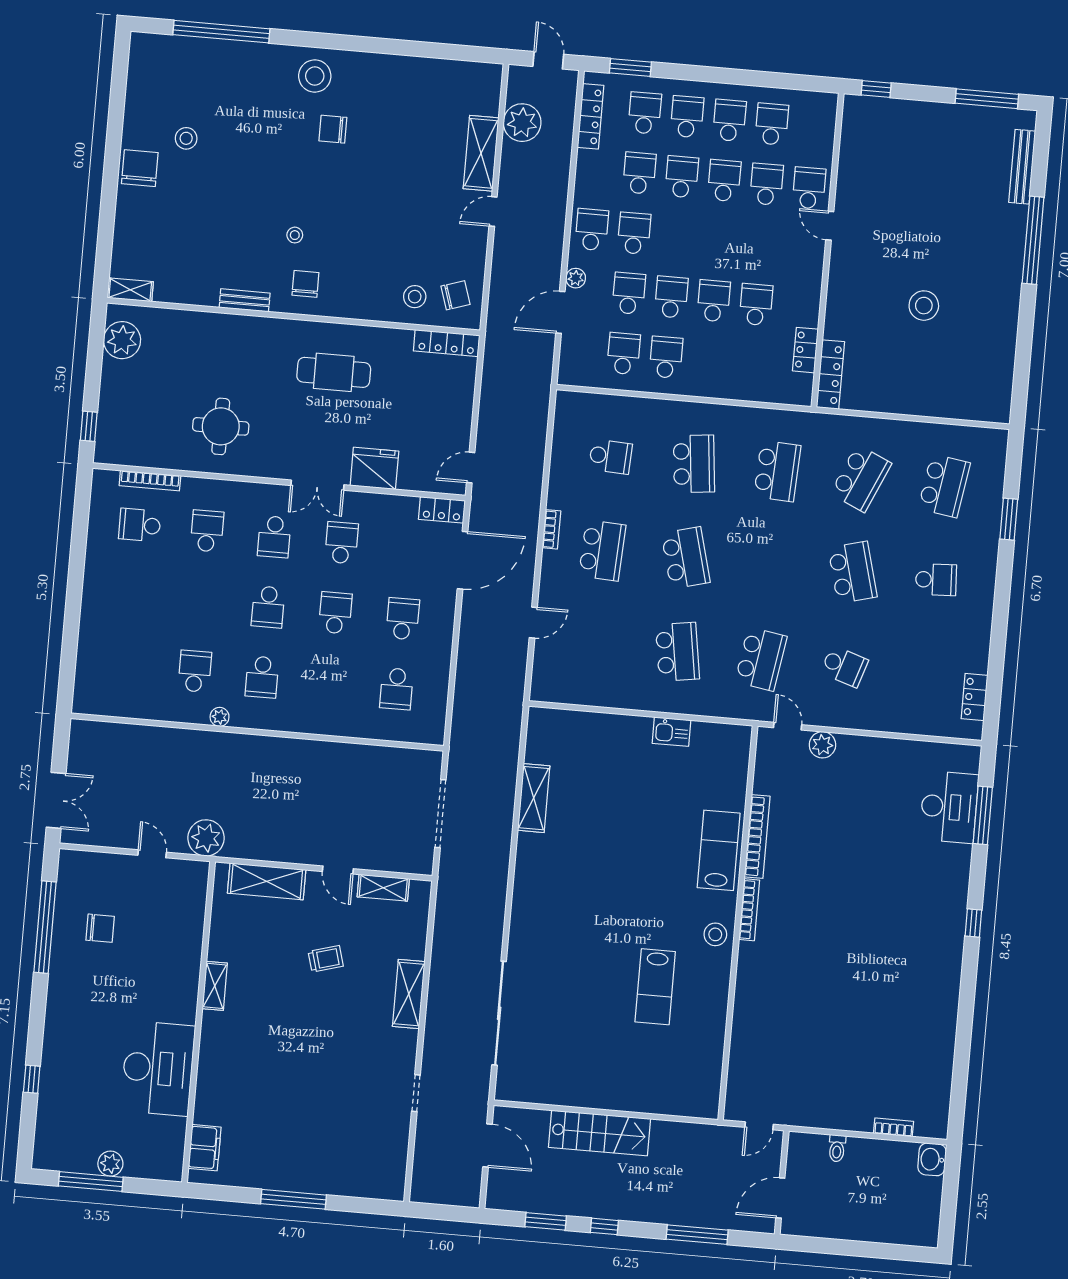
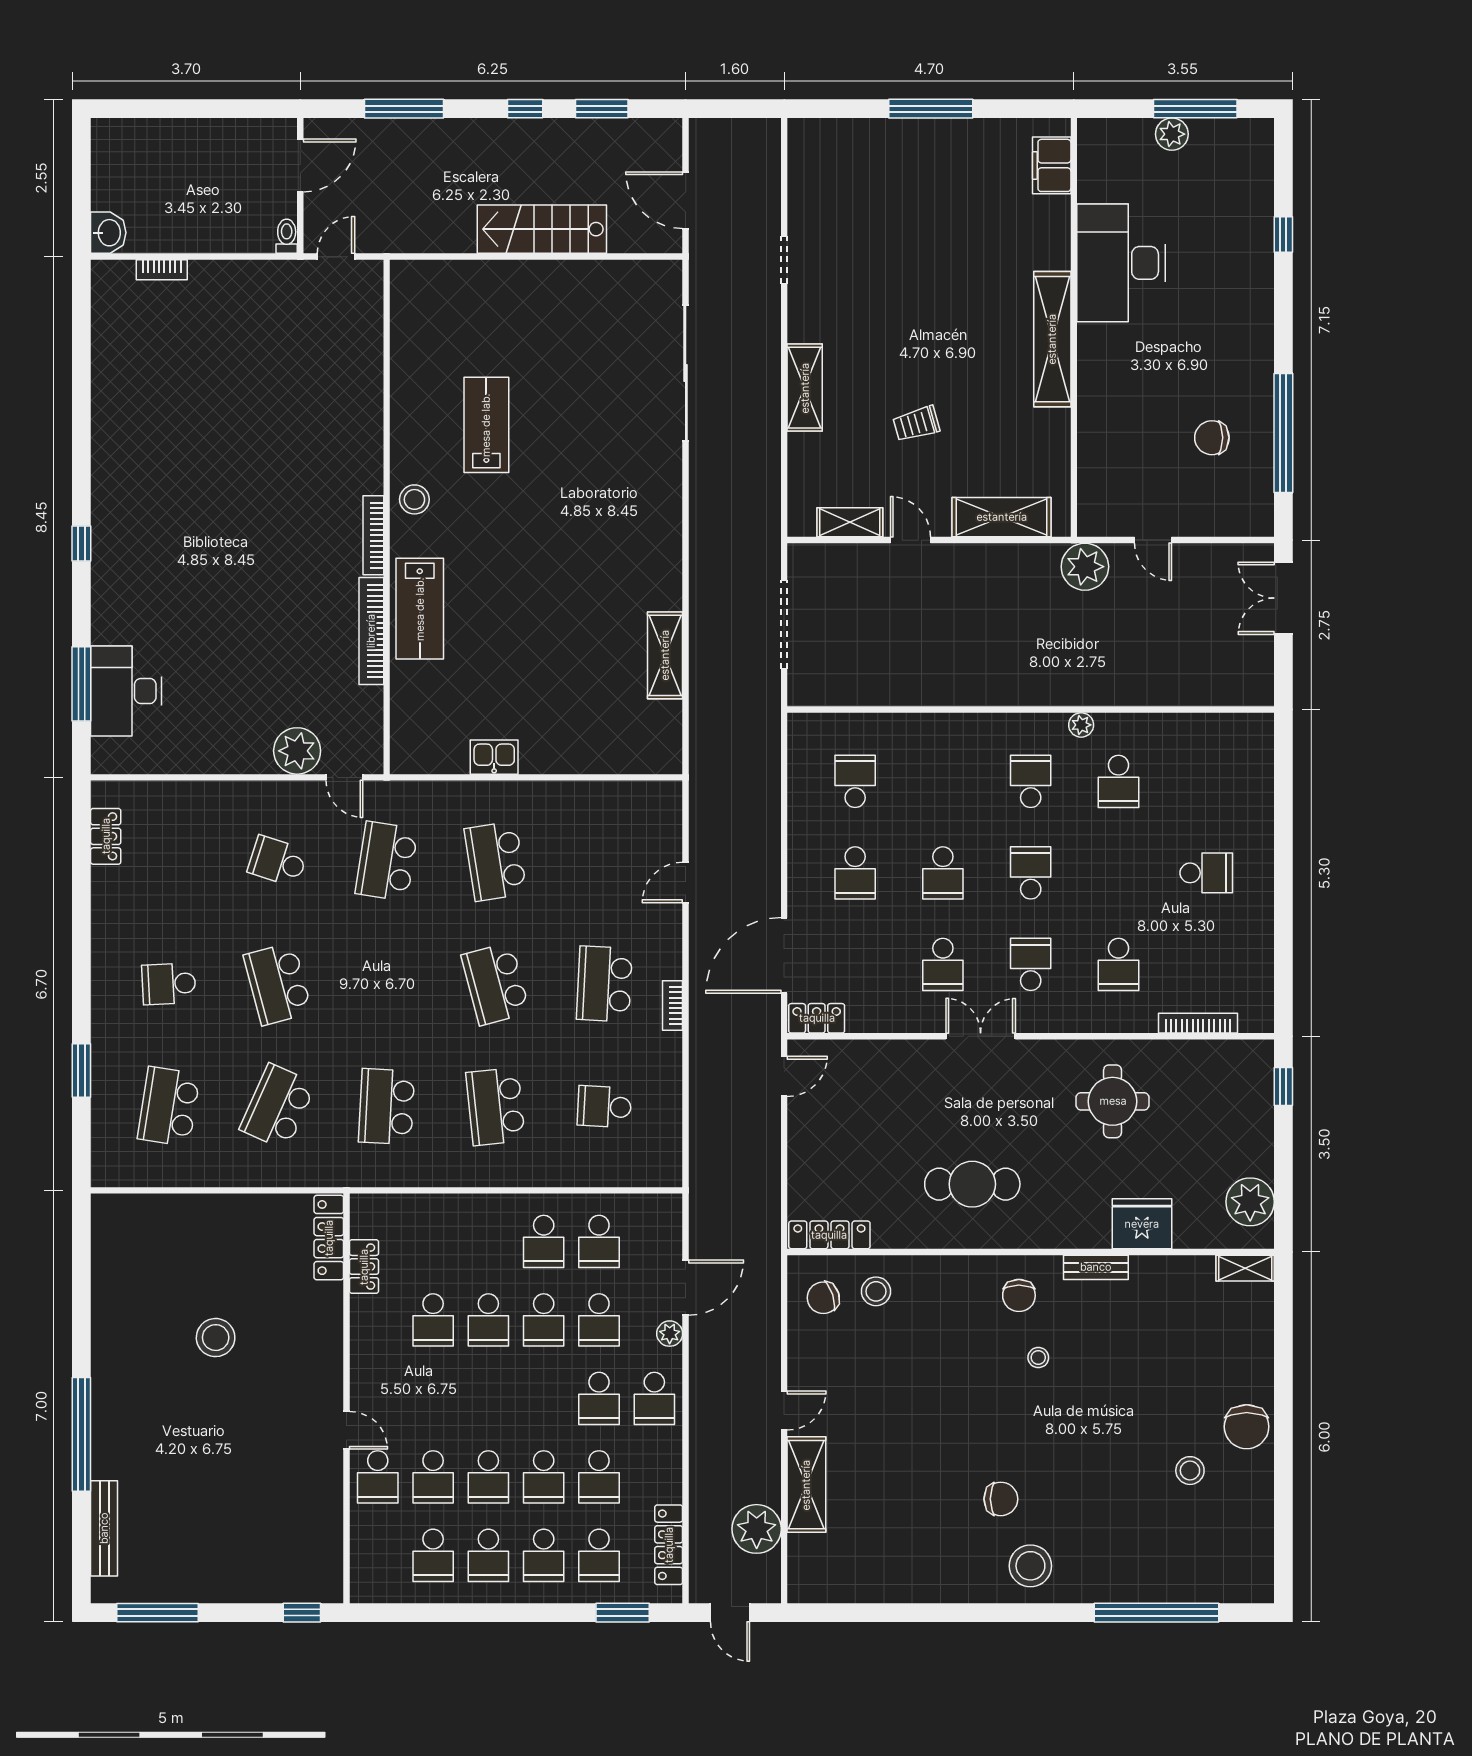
fridge: (374, 468) -> (1142, 1224), moved, turned 180
school desk: (140, 525) -> (1206, 873), moved
plant: (822, 745) -> (297, 751), width x1.36, depth x1.36
shelving: (215, 986) -> (1052, 339), width x2.20, depth x1.33
toilet: (837, 1148) -> (287, 236), moved

